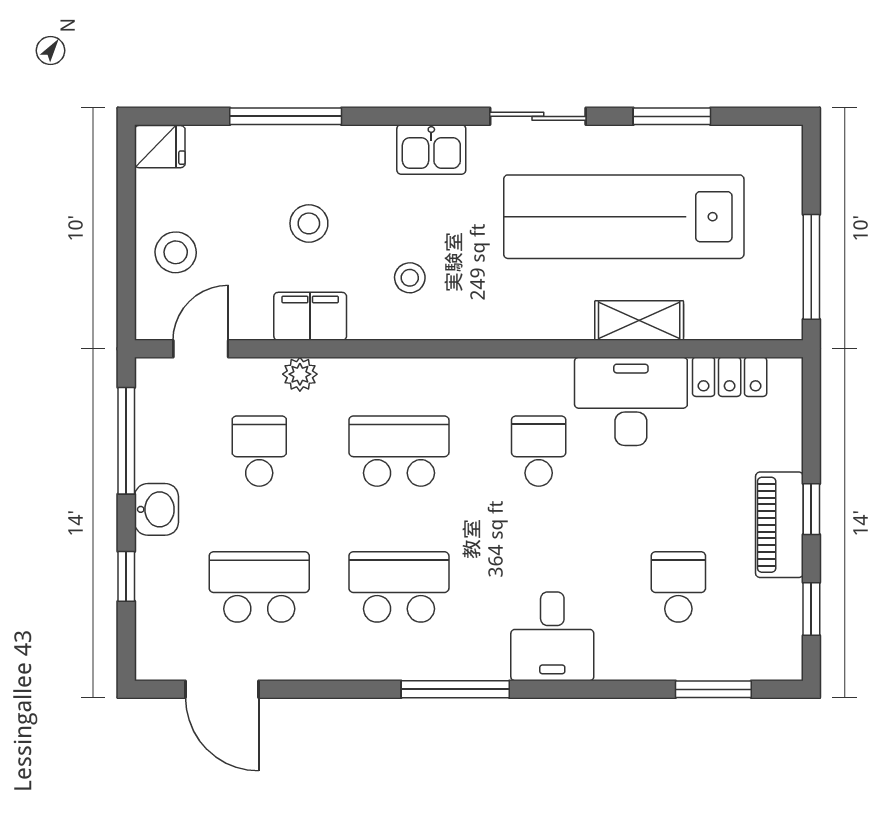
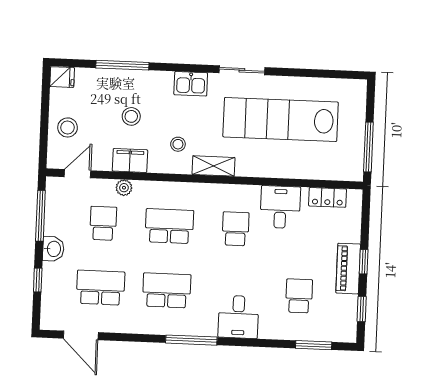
window: (672, 116) -> (305, 73), removed
shelving: (639, 321) -> (214, 166), moved
desk: (631, 401) -> (280, 207), width x0.73

